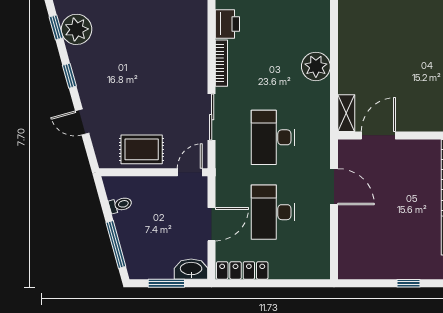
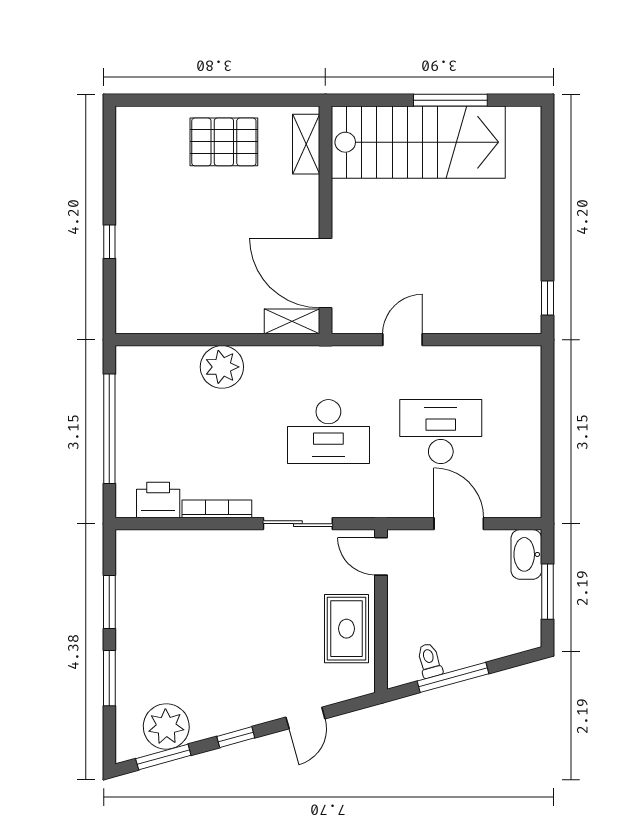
window: (56, 27) -> (163, 757), width x1.50
door: (378, 135) -> (325, 273), width x1.36
door: (334, 187) -> (402, 340), width x0.73
desk: (273, 212) -> (441, 432), turned 180
window: (116, 245) -> (453, 677), moved
locker: (242, 270) -> (528, 478), removed
window: (409, 283) -> (547, 298), moved

